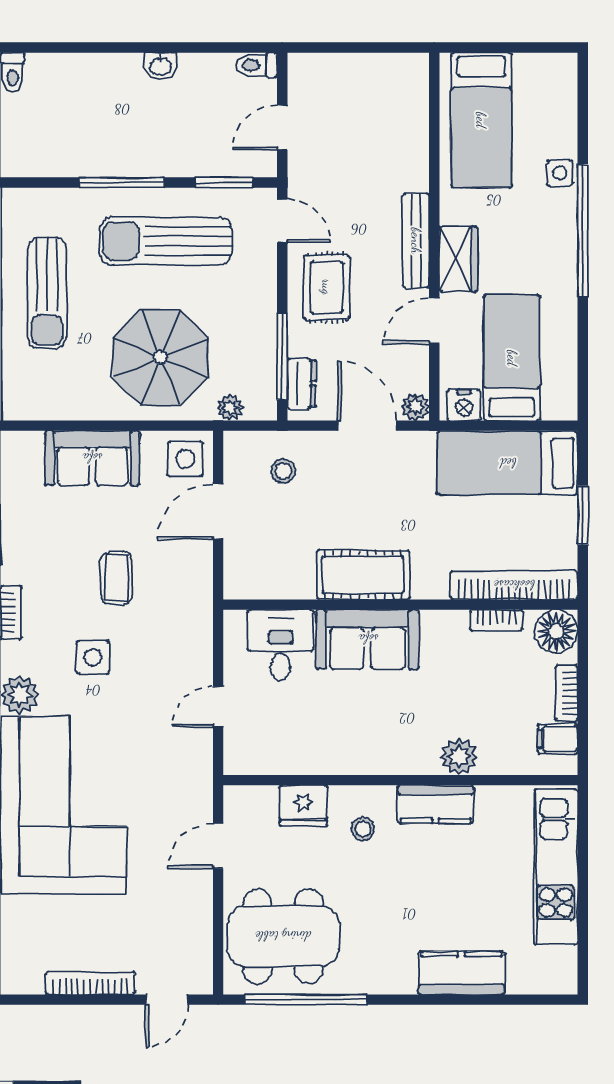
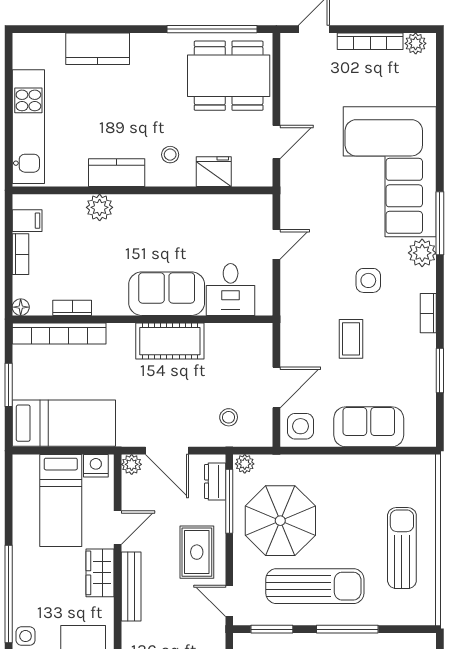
parasol: (160, 357) -> (280, 521), moved
plant: (230, 408) -> (245, 464), moved
floor lamp: (556, 631) -> (21, 307), width x0.53, depth x0.53
plant: (29, 980) -> (416, 43), added

